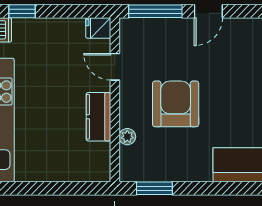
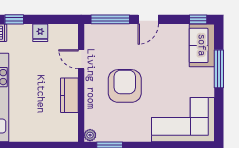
fridge: (98, 28) -> (40, 33), moved, turned -90
plant: (127, 137) -> (90, 135), moved

